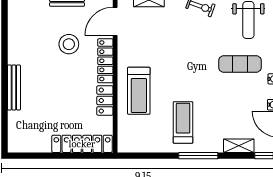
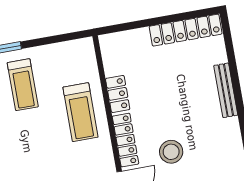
treadmill: (139, 91) -> (80, 112), turned 180
locker: (82, 144) -> (186, 30), moved

